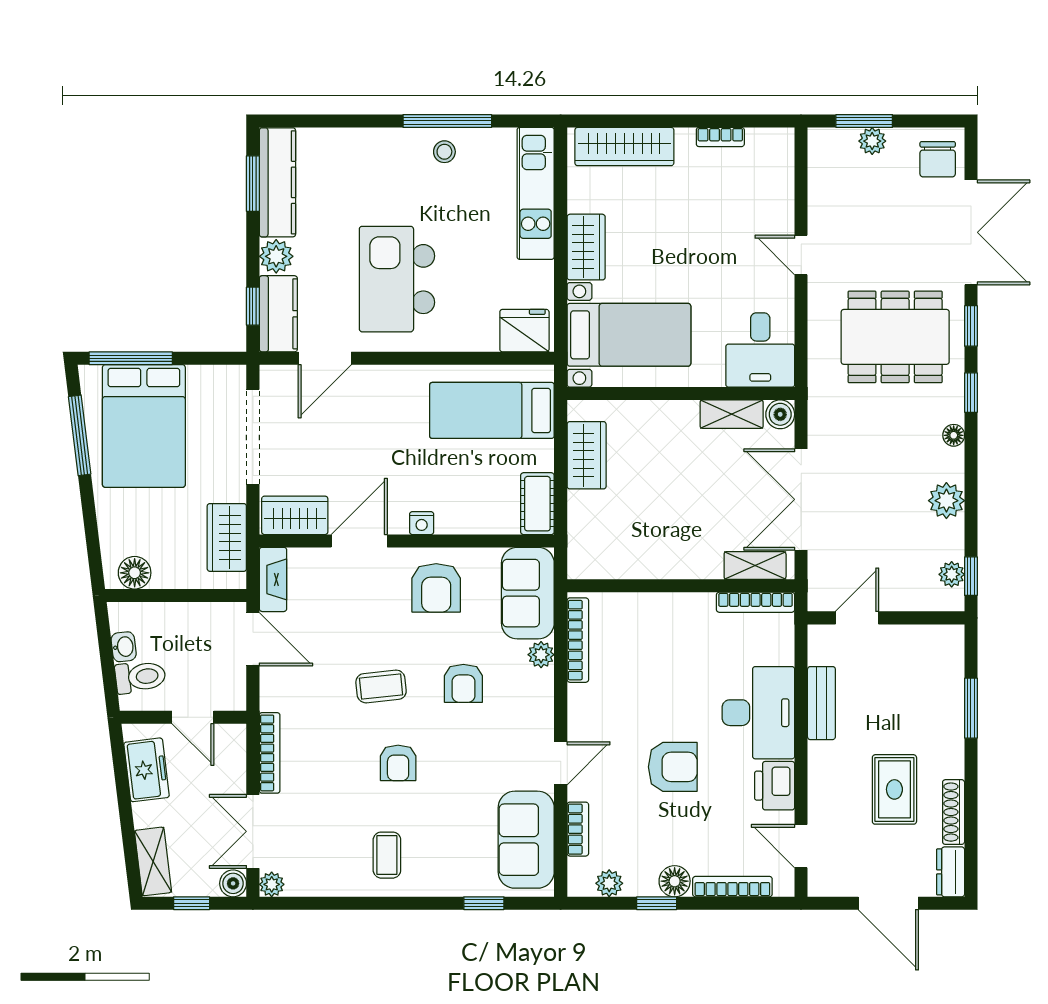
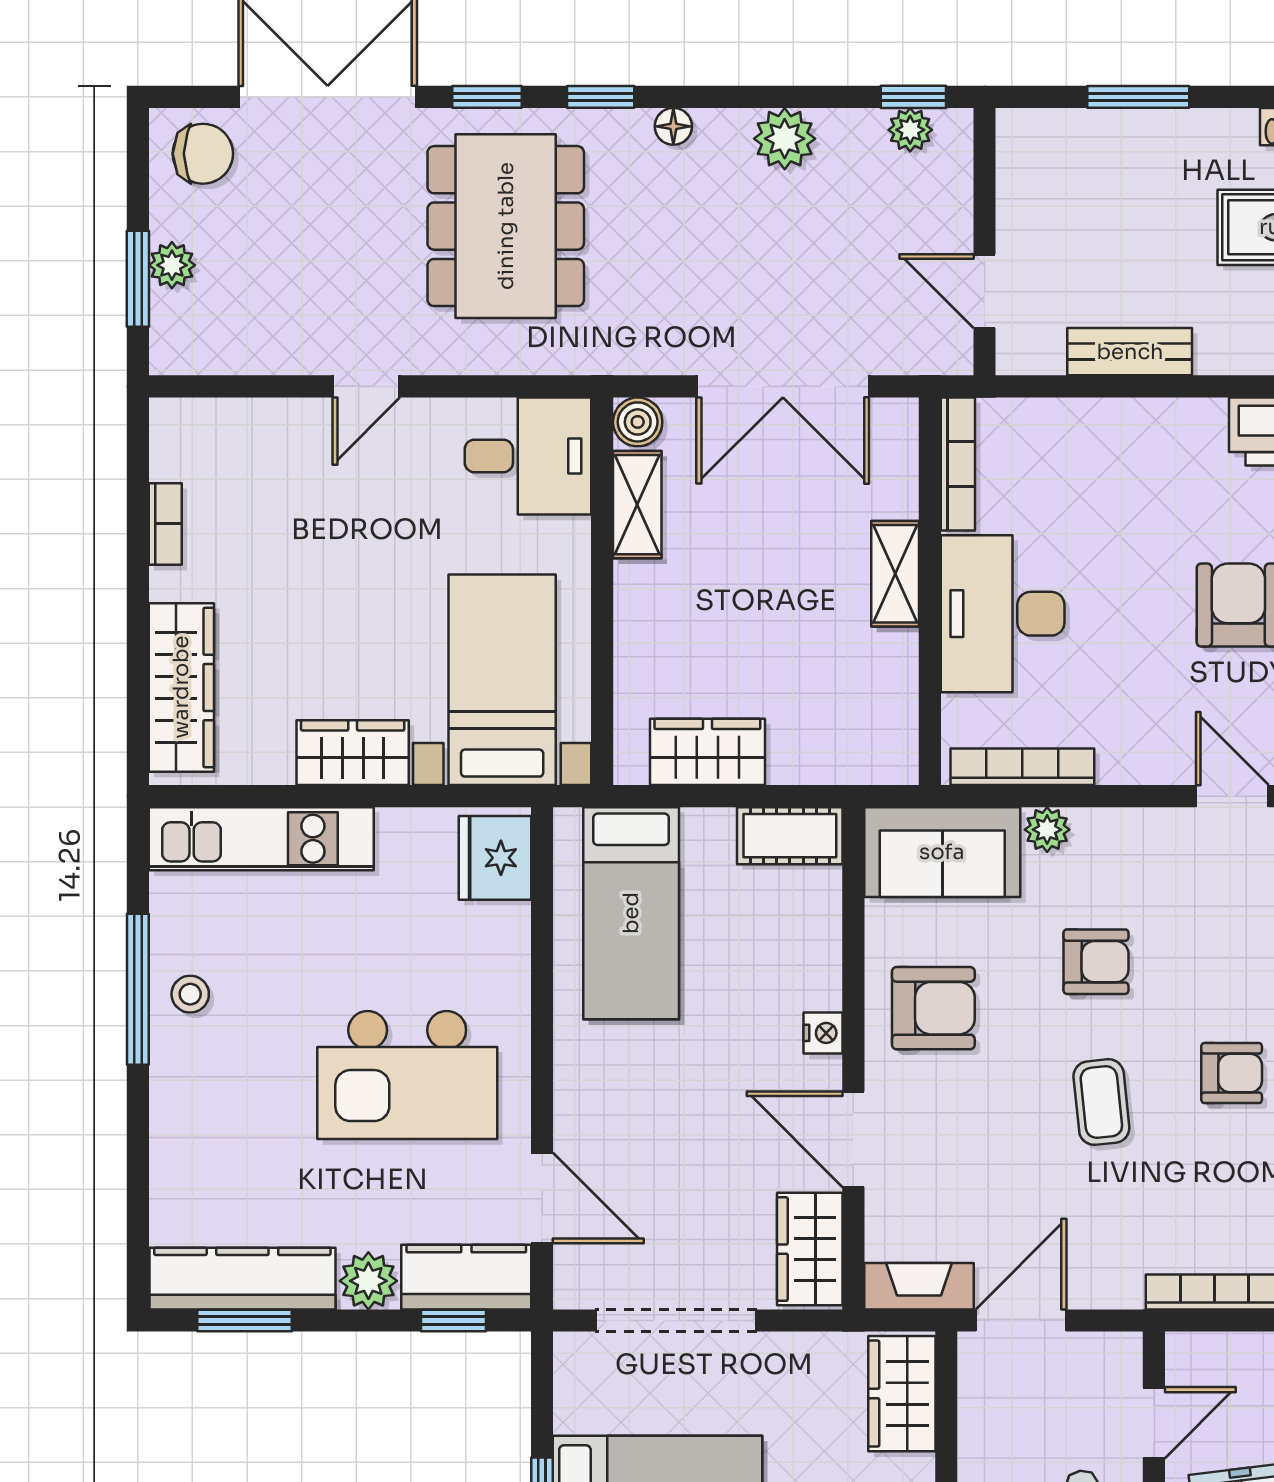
wardrobe: (227, 537) -> (902, 1394), moved, turned 90
shelving: (755, 565) -> (895, 574), moved
desk: (758, 713) -> (1003, 614), moved, turned -90

